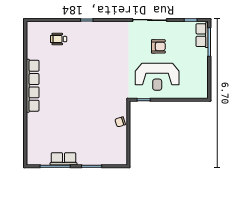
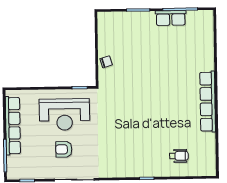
row of seats: (202, 35) -> (13, 126), moved, width x2.02
reception desk: (157, 77) -> (64, 115), turned 180

